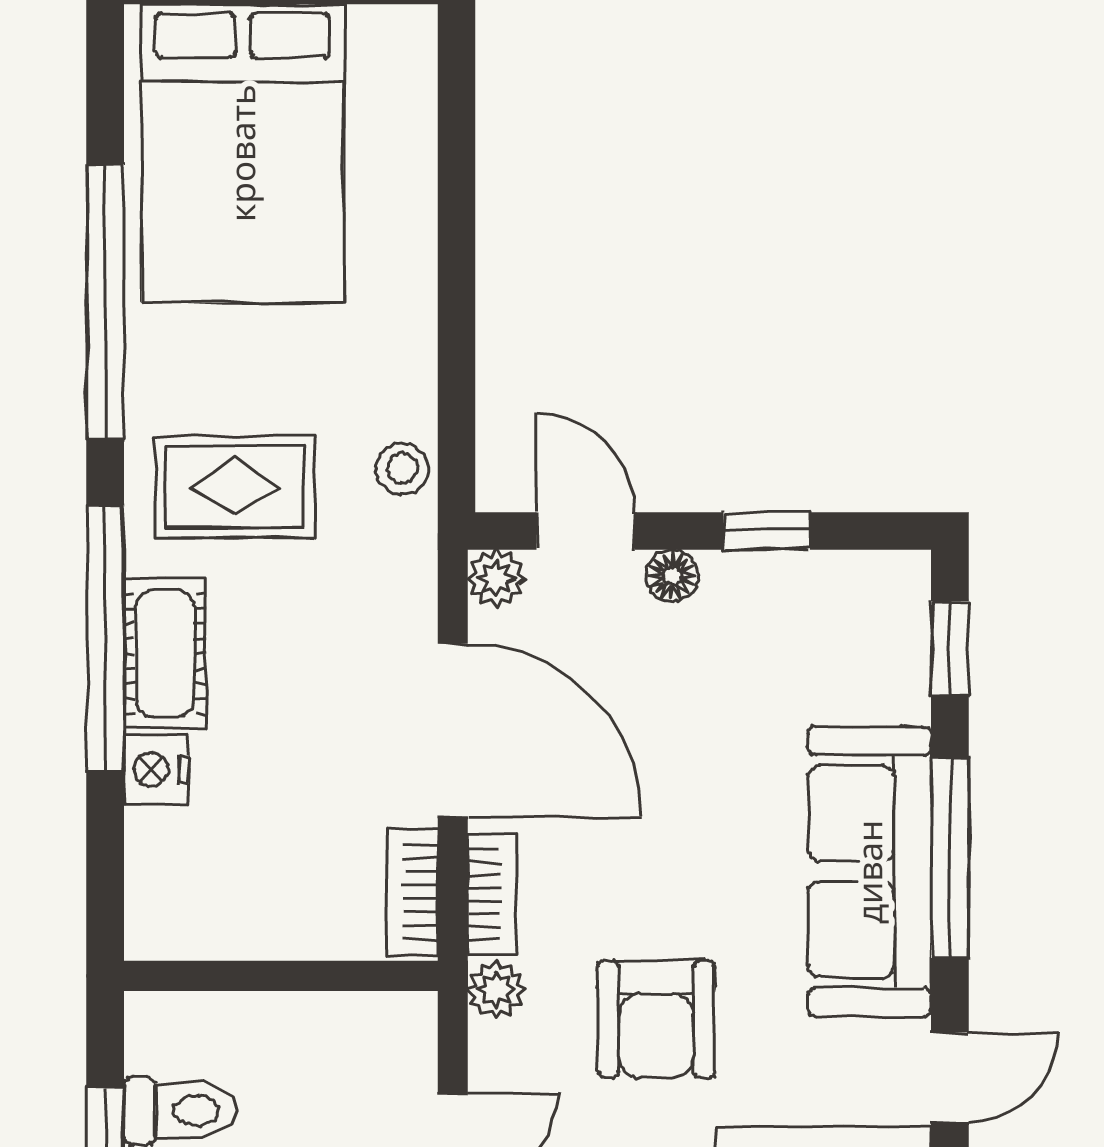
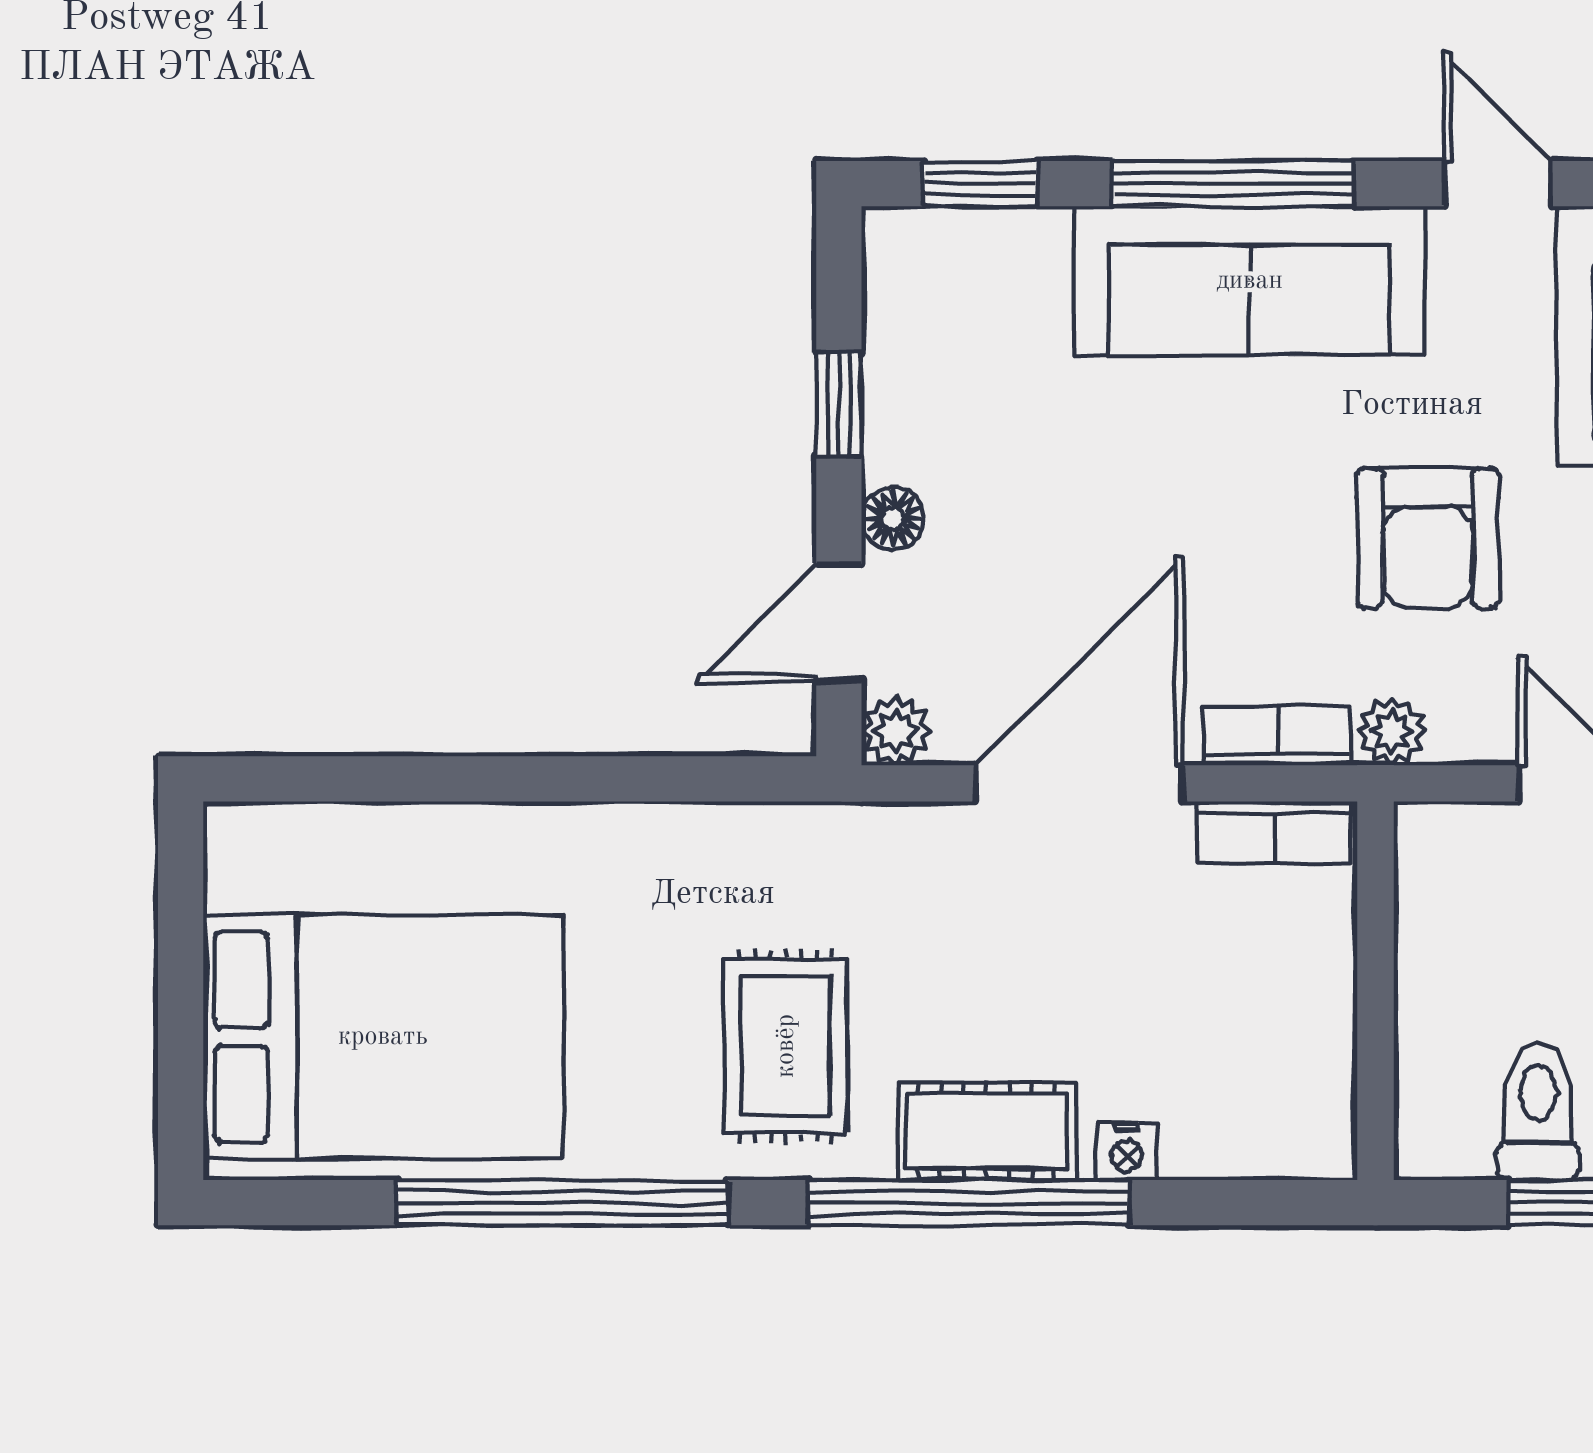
stool: (402, 469) -> (764, 844), removed
nightstand: (156, 770) -> (1127, 1151), width x0.72, depth x0.74
armchair: (656, 1019) -> (1428, 538), turned 90

